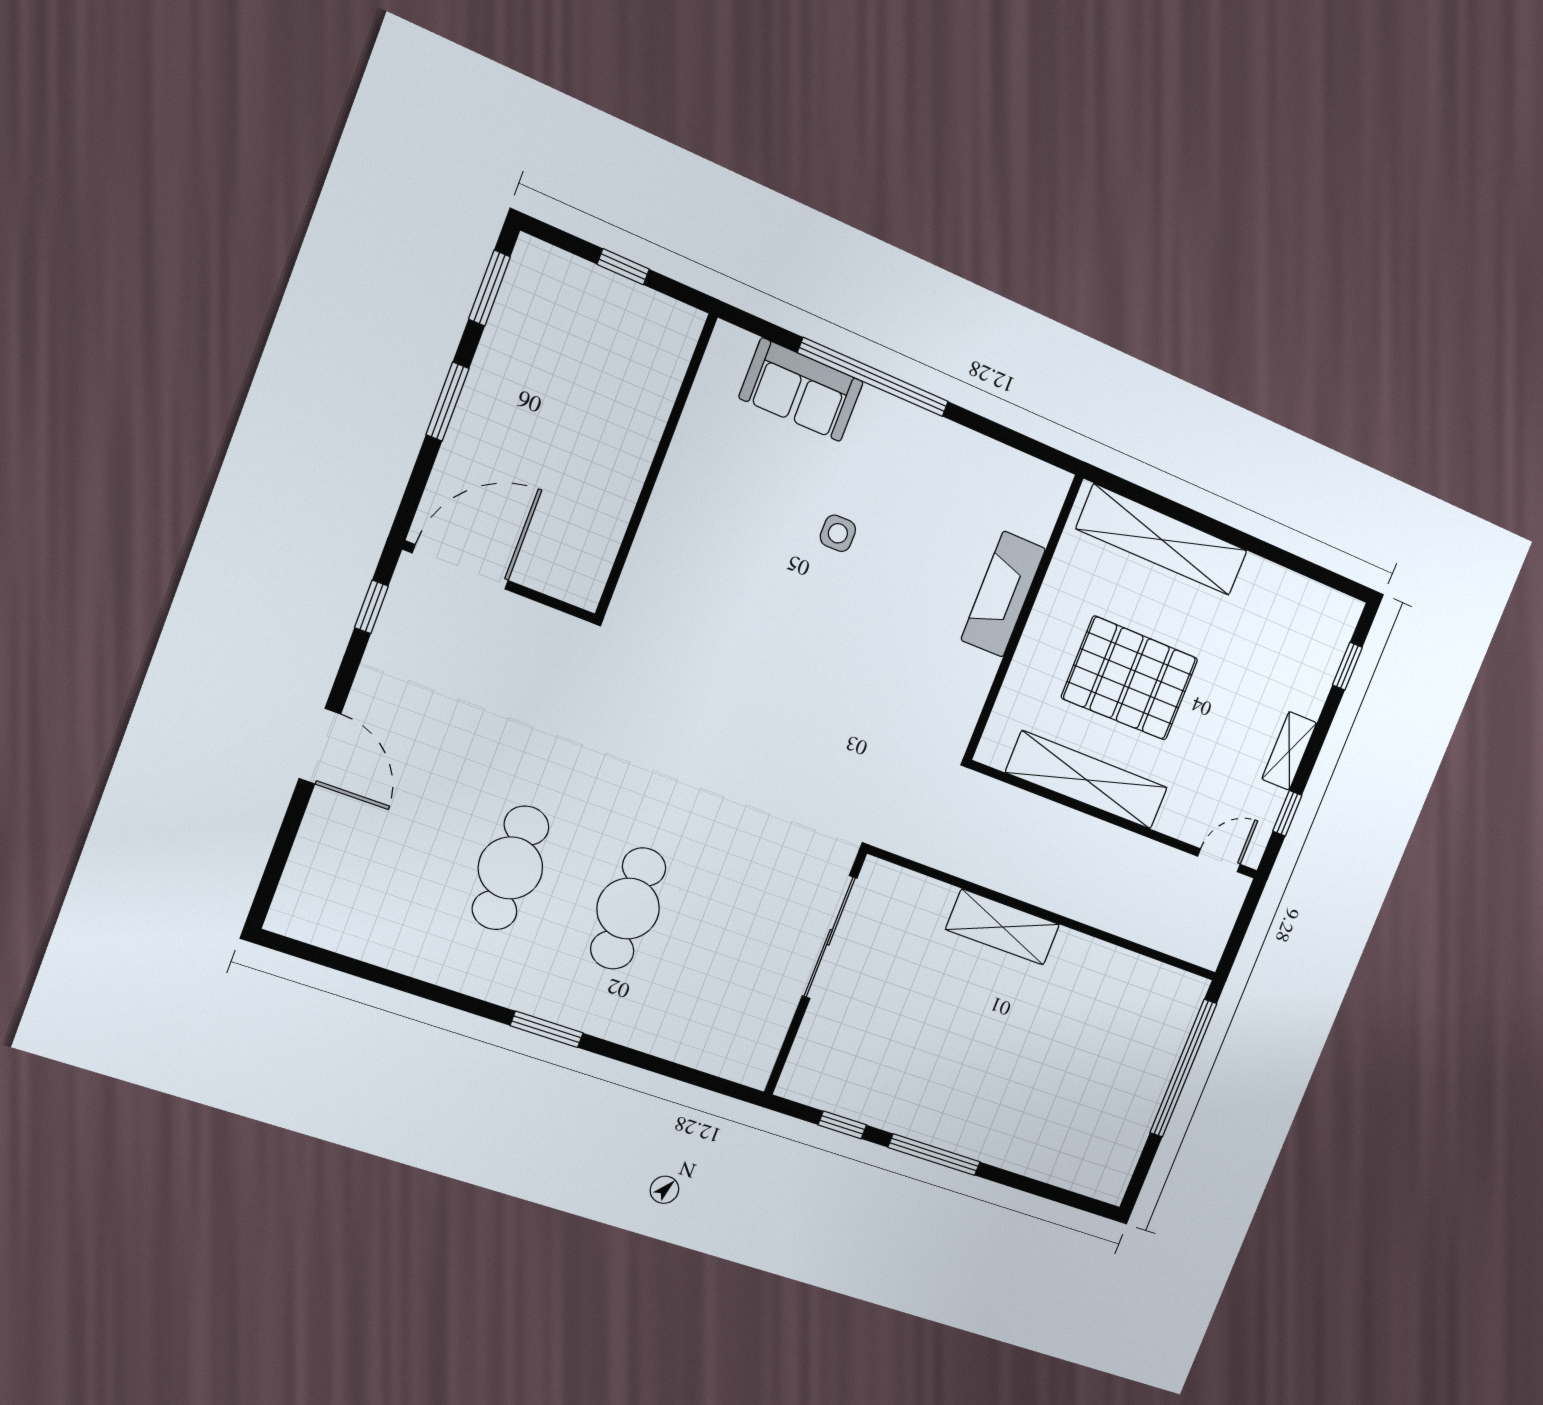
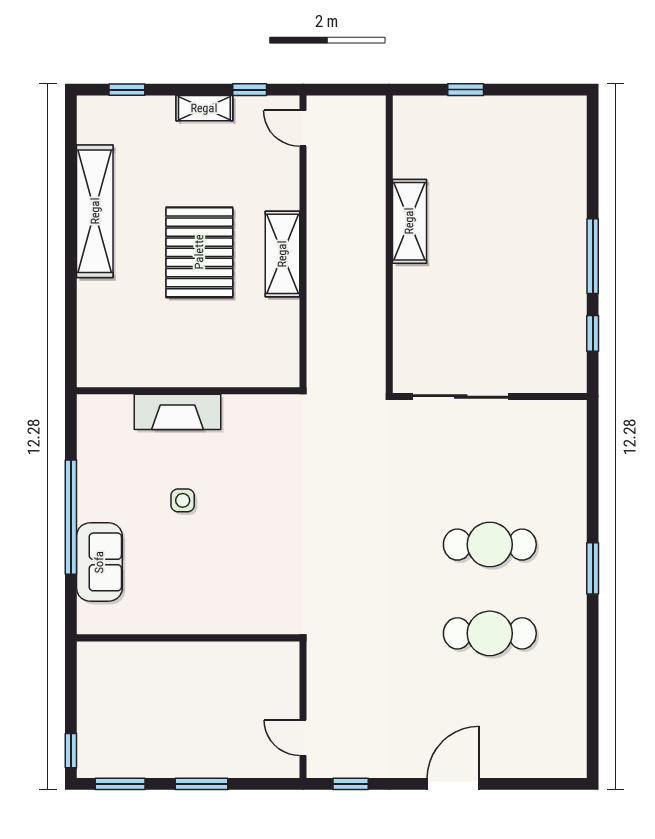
window: (623, 267) -> (71, 751), moved
shelving: (1162, 540) -> (95, 211), moved
door: (460, 567) -> (303, 738), width x0.53
fireplace: (1003, 594) -> (178, 412), moved
wall: (1023, 618) -> (188, 391), moved
shelving: (1087, 780) -> (282, 254), width x0.68
shelving: (1003, 927) -> (409, 221), moved
window: (1183, 1068) -> (466, 90), width x0.32

